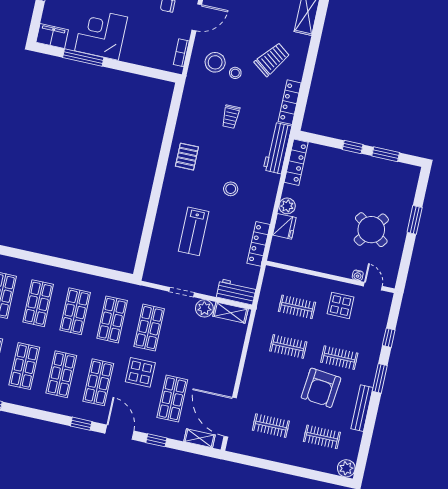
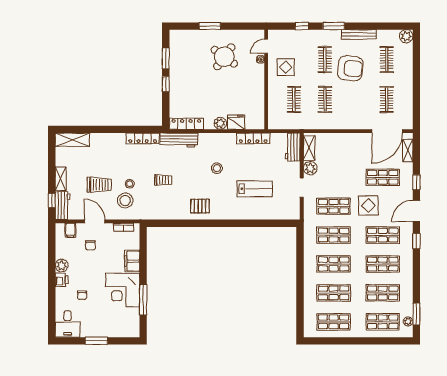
filing cabinet: (52, 36) -> (132, 261), moved
trolley: (272, 59) -> (99, 185), moved, turned 143

